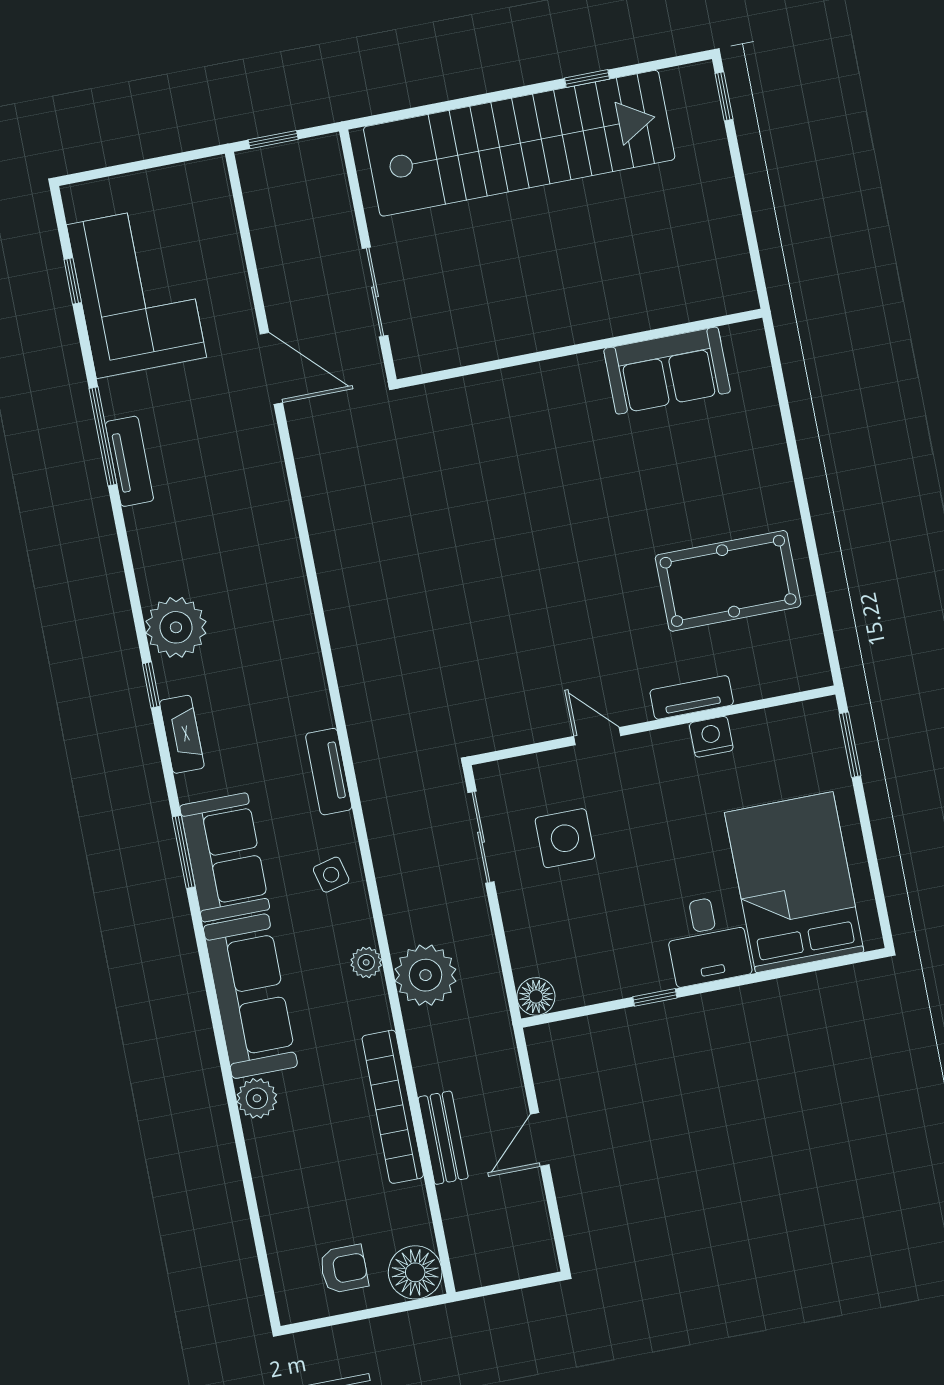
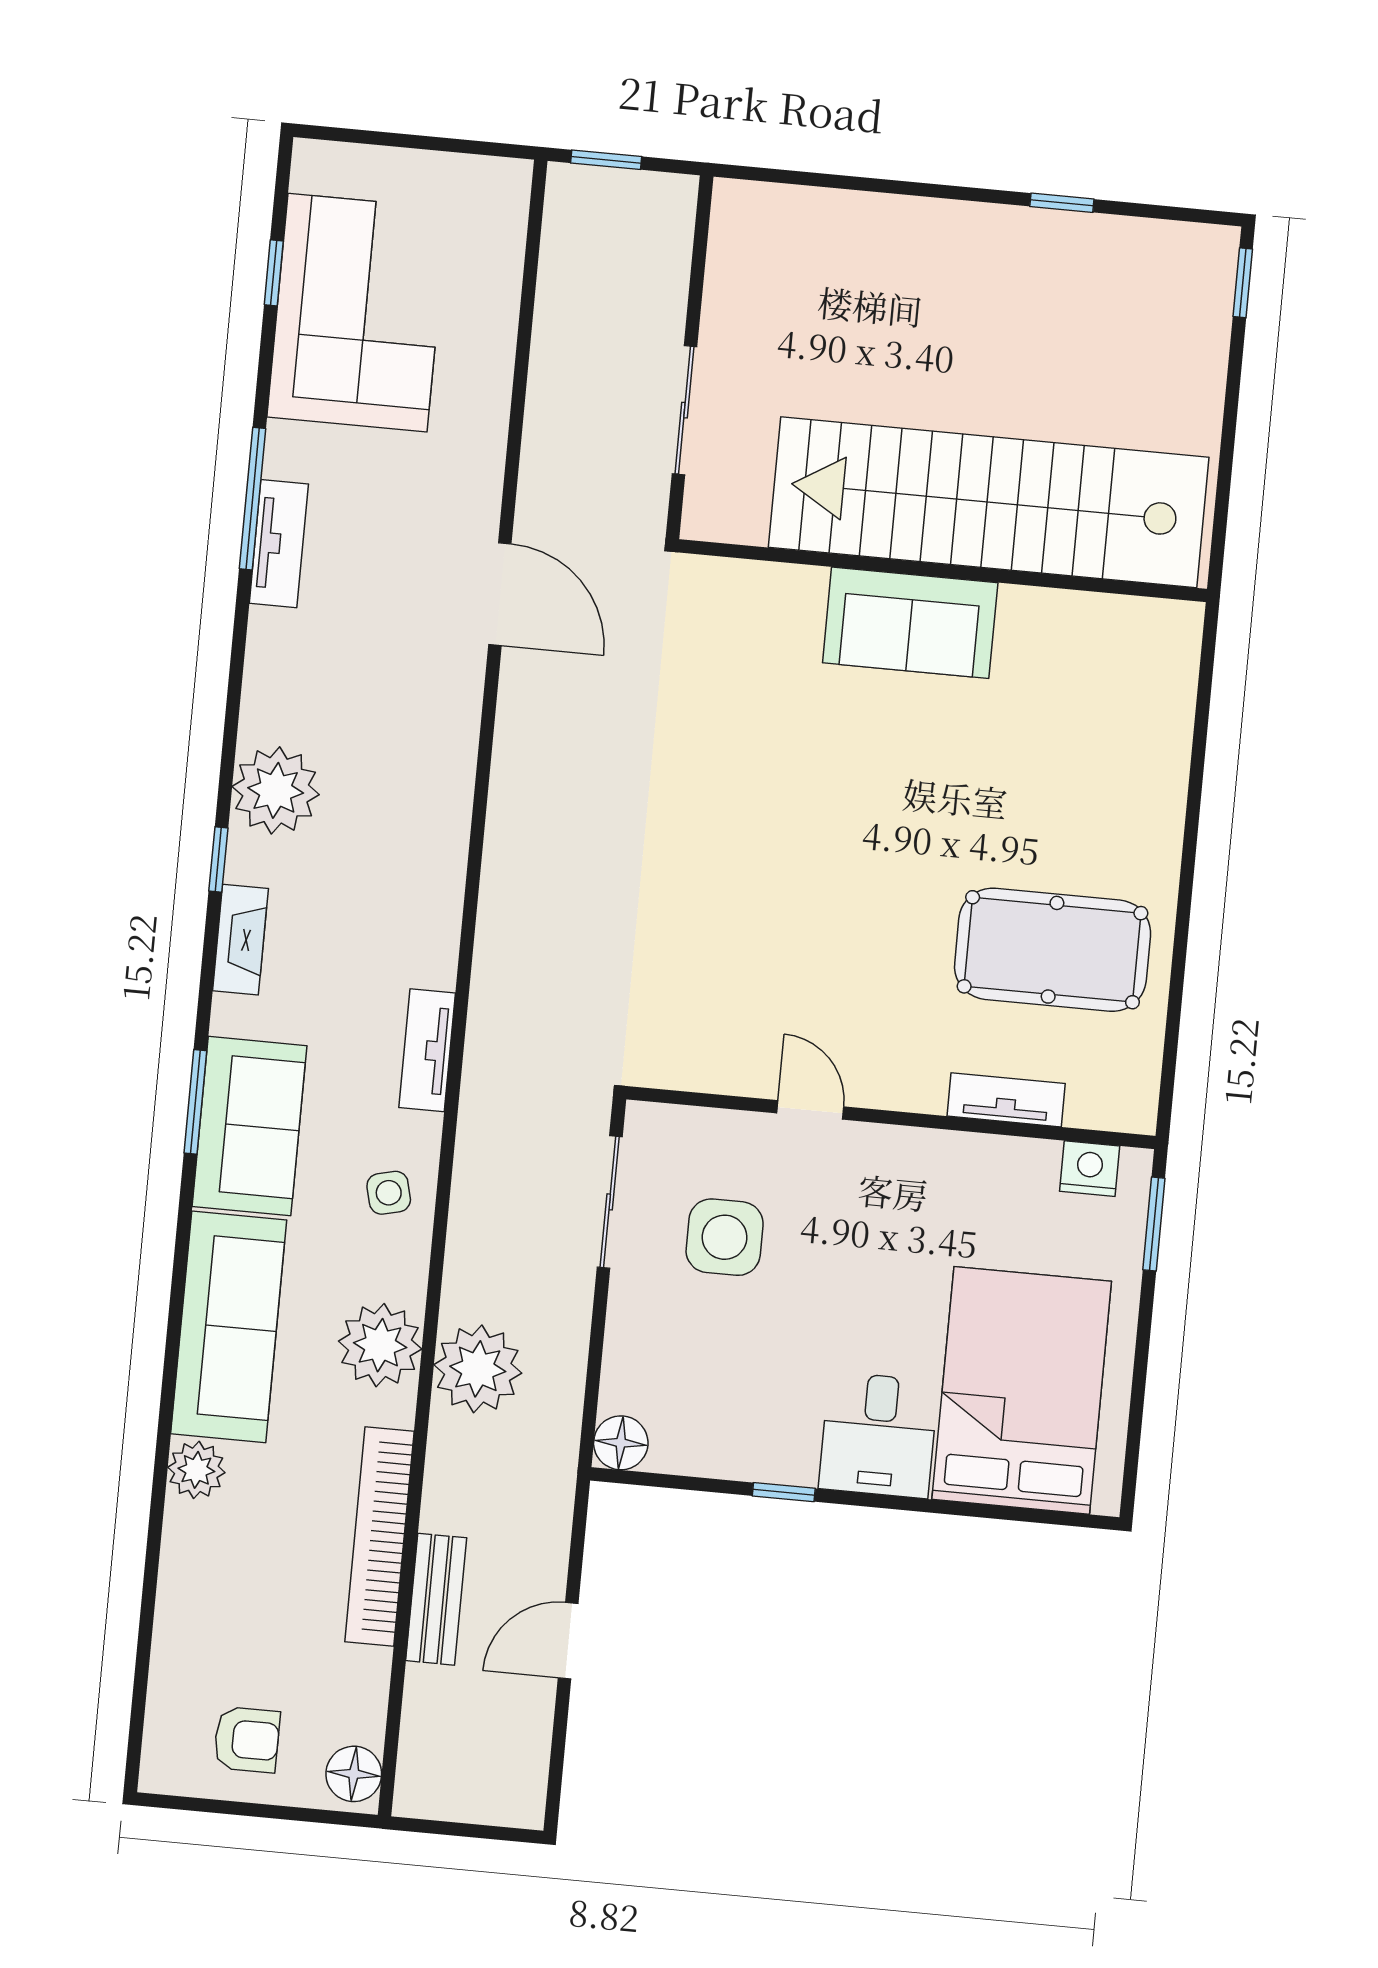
stairs: (519, 143) -> (989, 502), moved, turned 180
door: (271, 368) -> (500, 594), moved
sofa: (667, 371) -> (910, 623), moved
tv unit: (692, 697) -> (1006, 1100), moved
nightstand: (711, 737) -> (1090, 1169), moved
plant: (366, 962) -> (380, 1345), width x1.87, depth x1.87
floor lamp: (415, 1272) -> (354, 1774), width x0.73, depth x0.73

